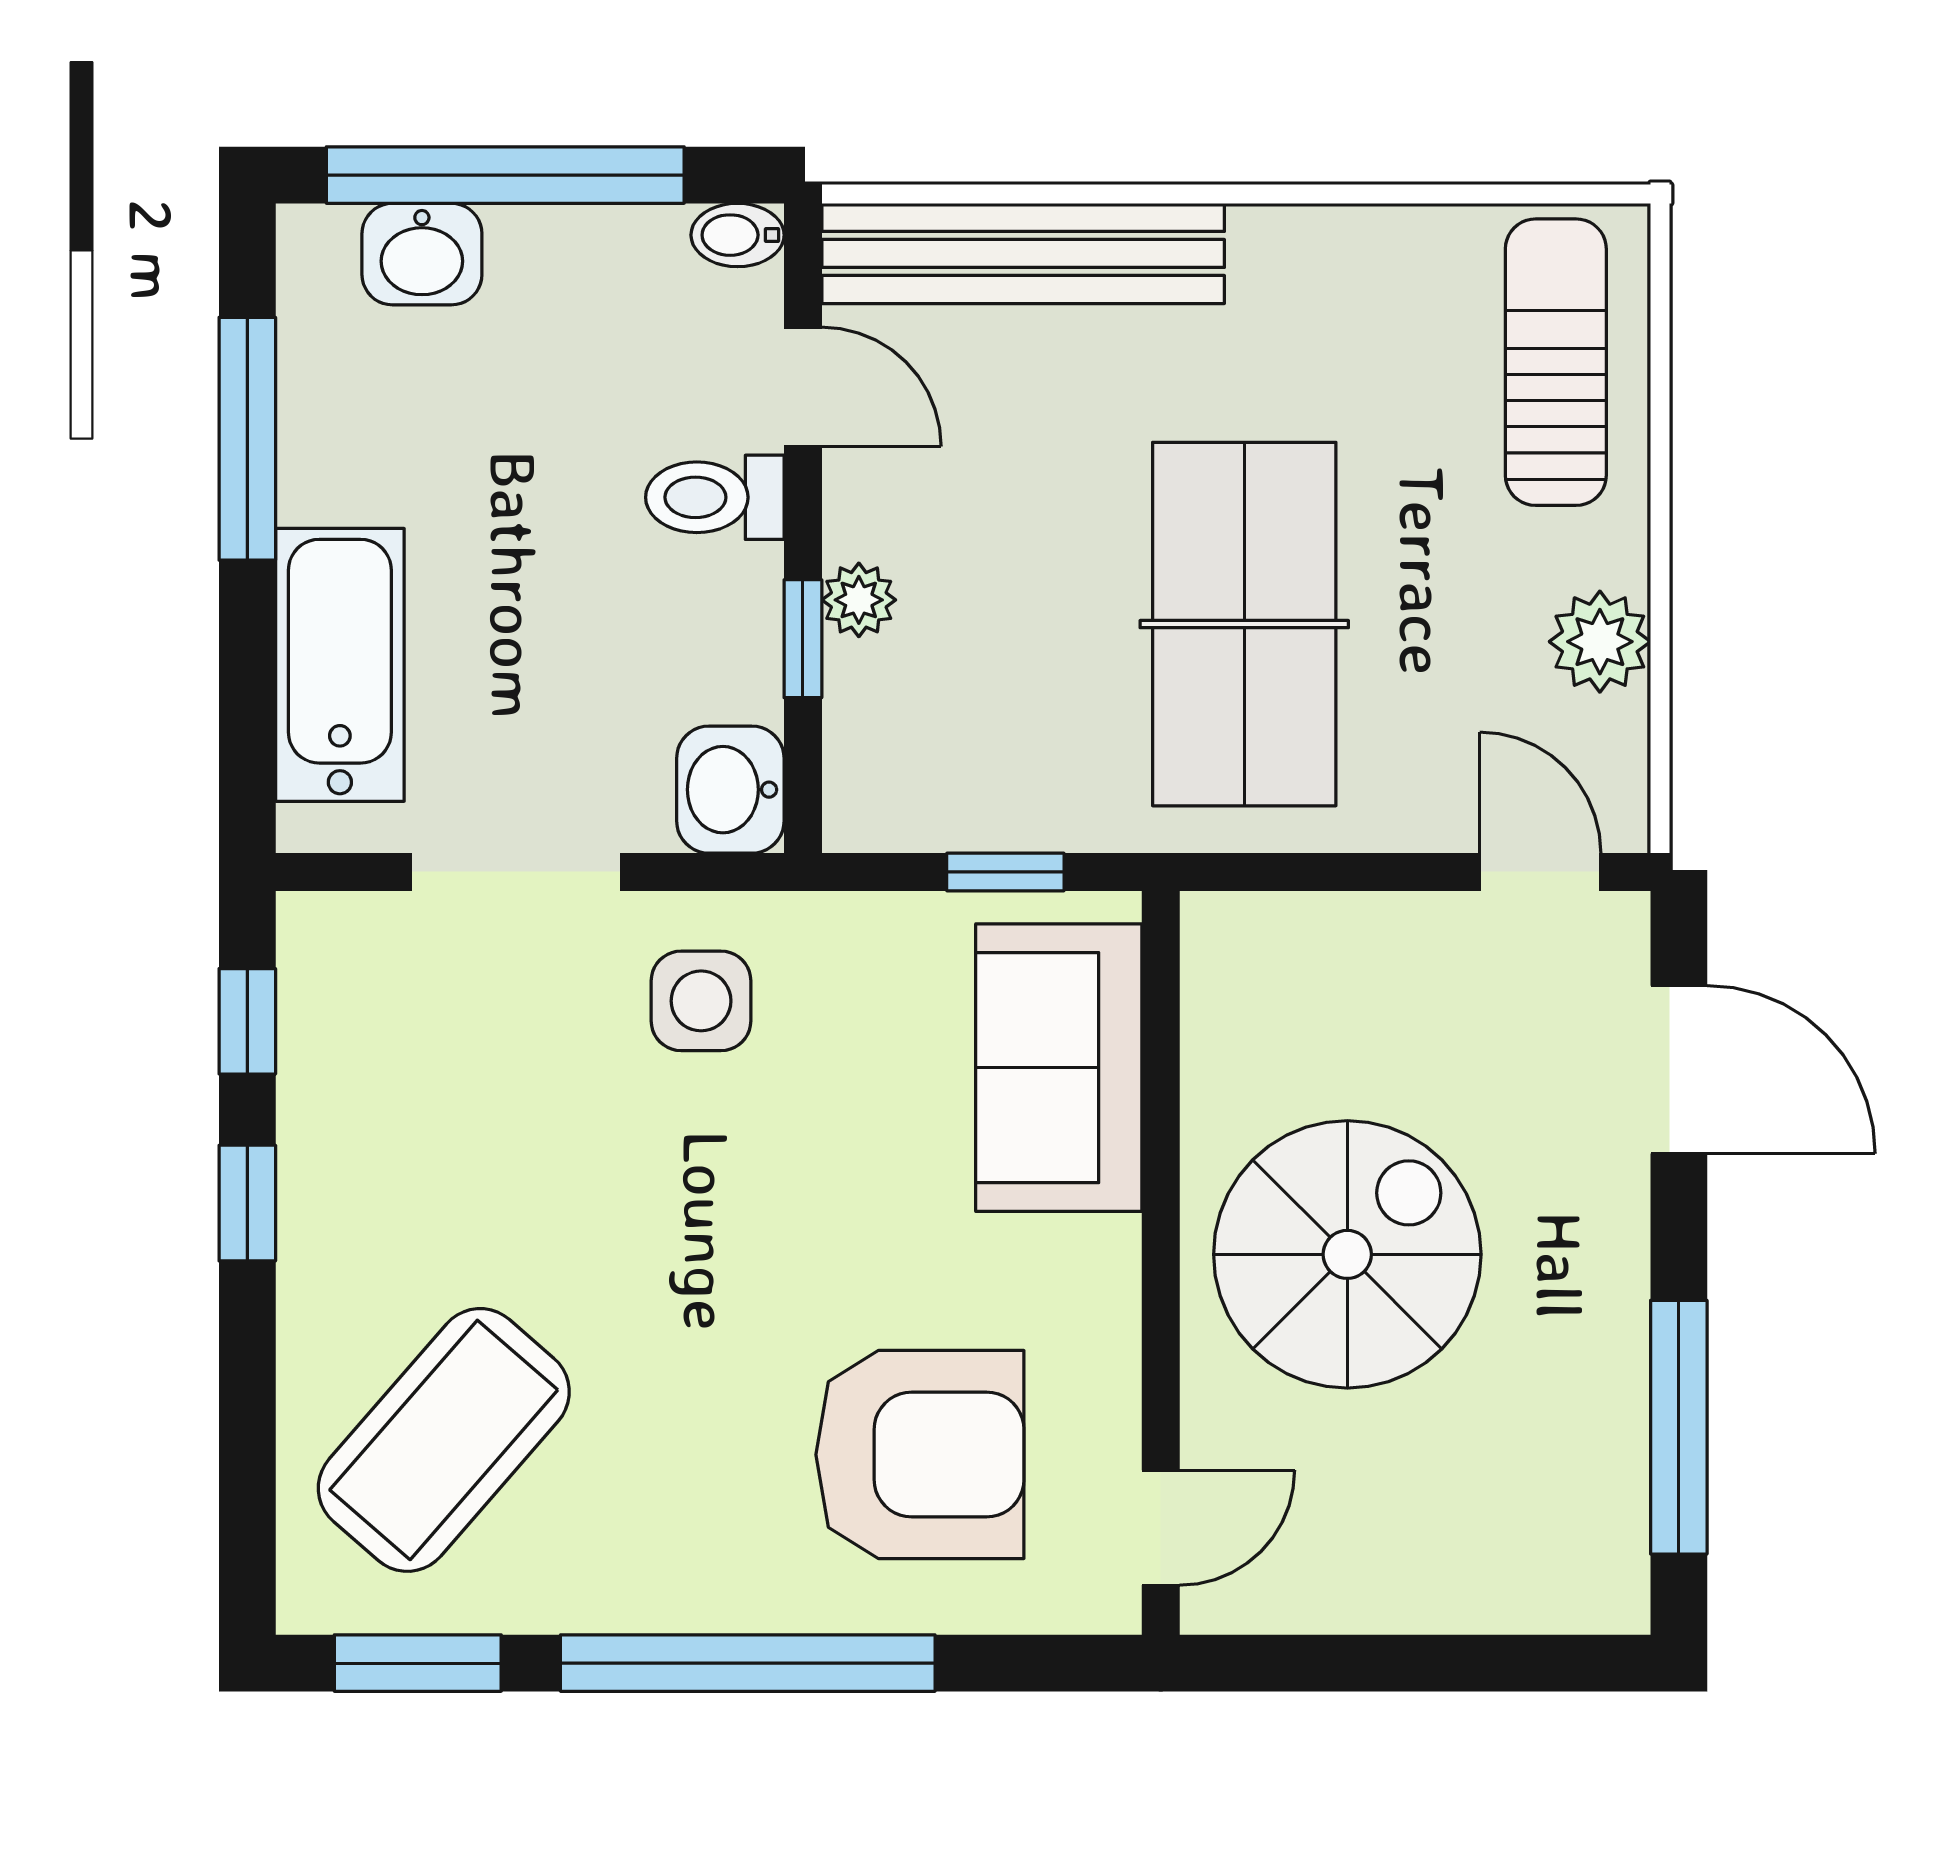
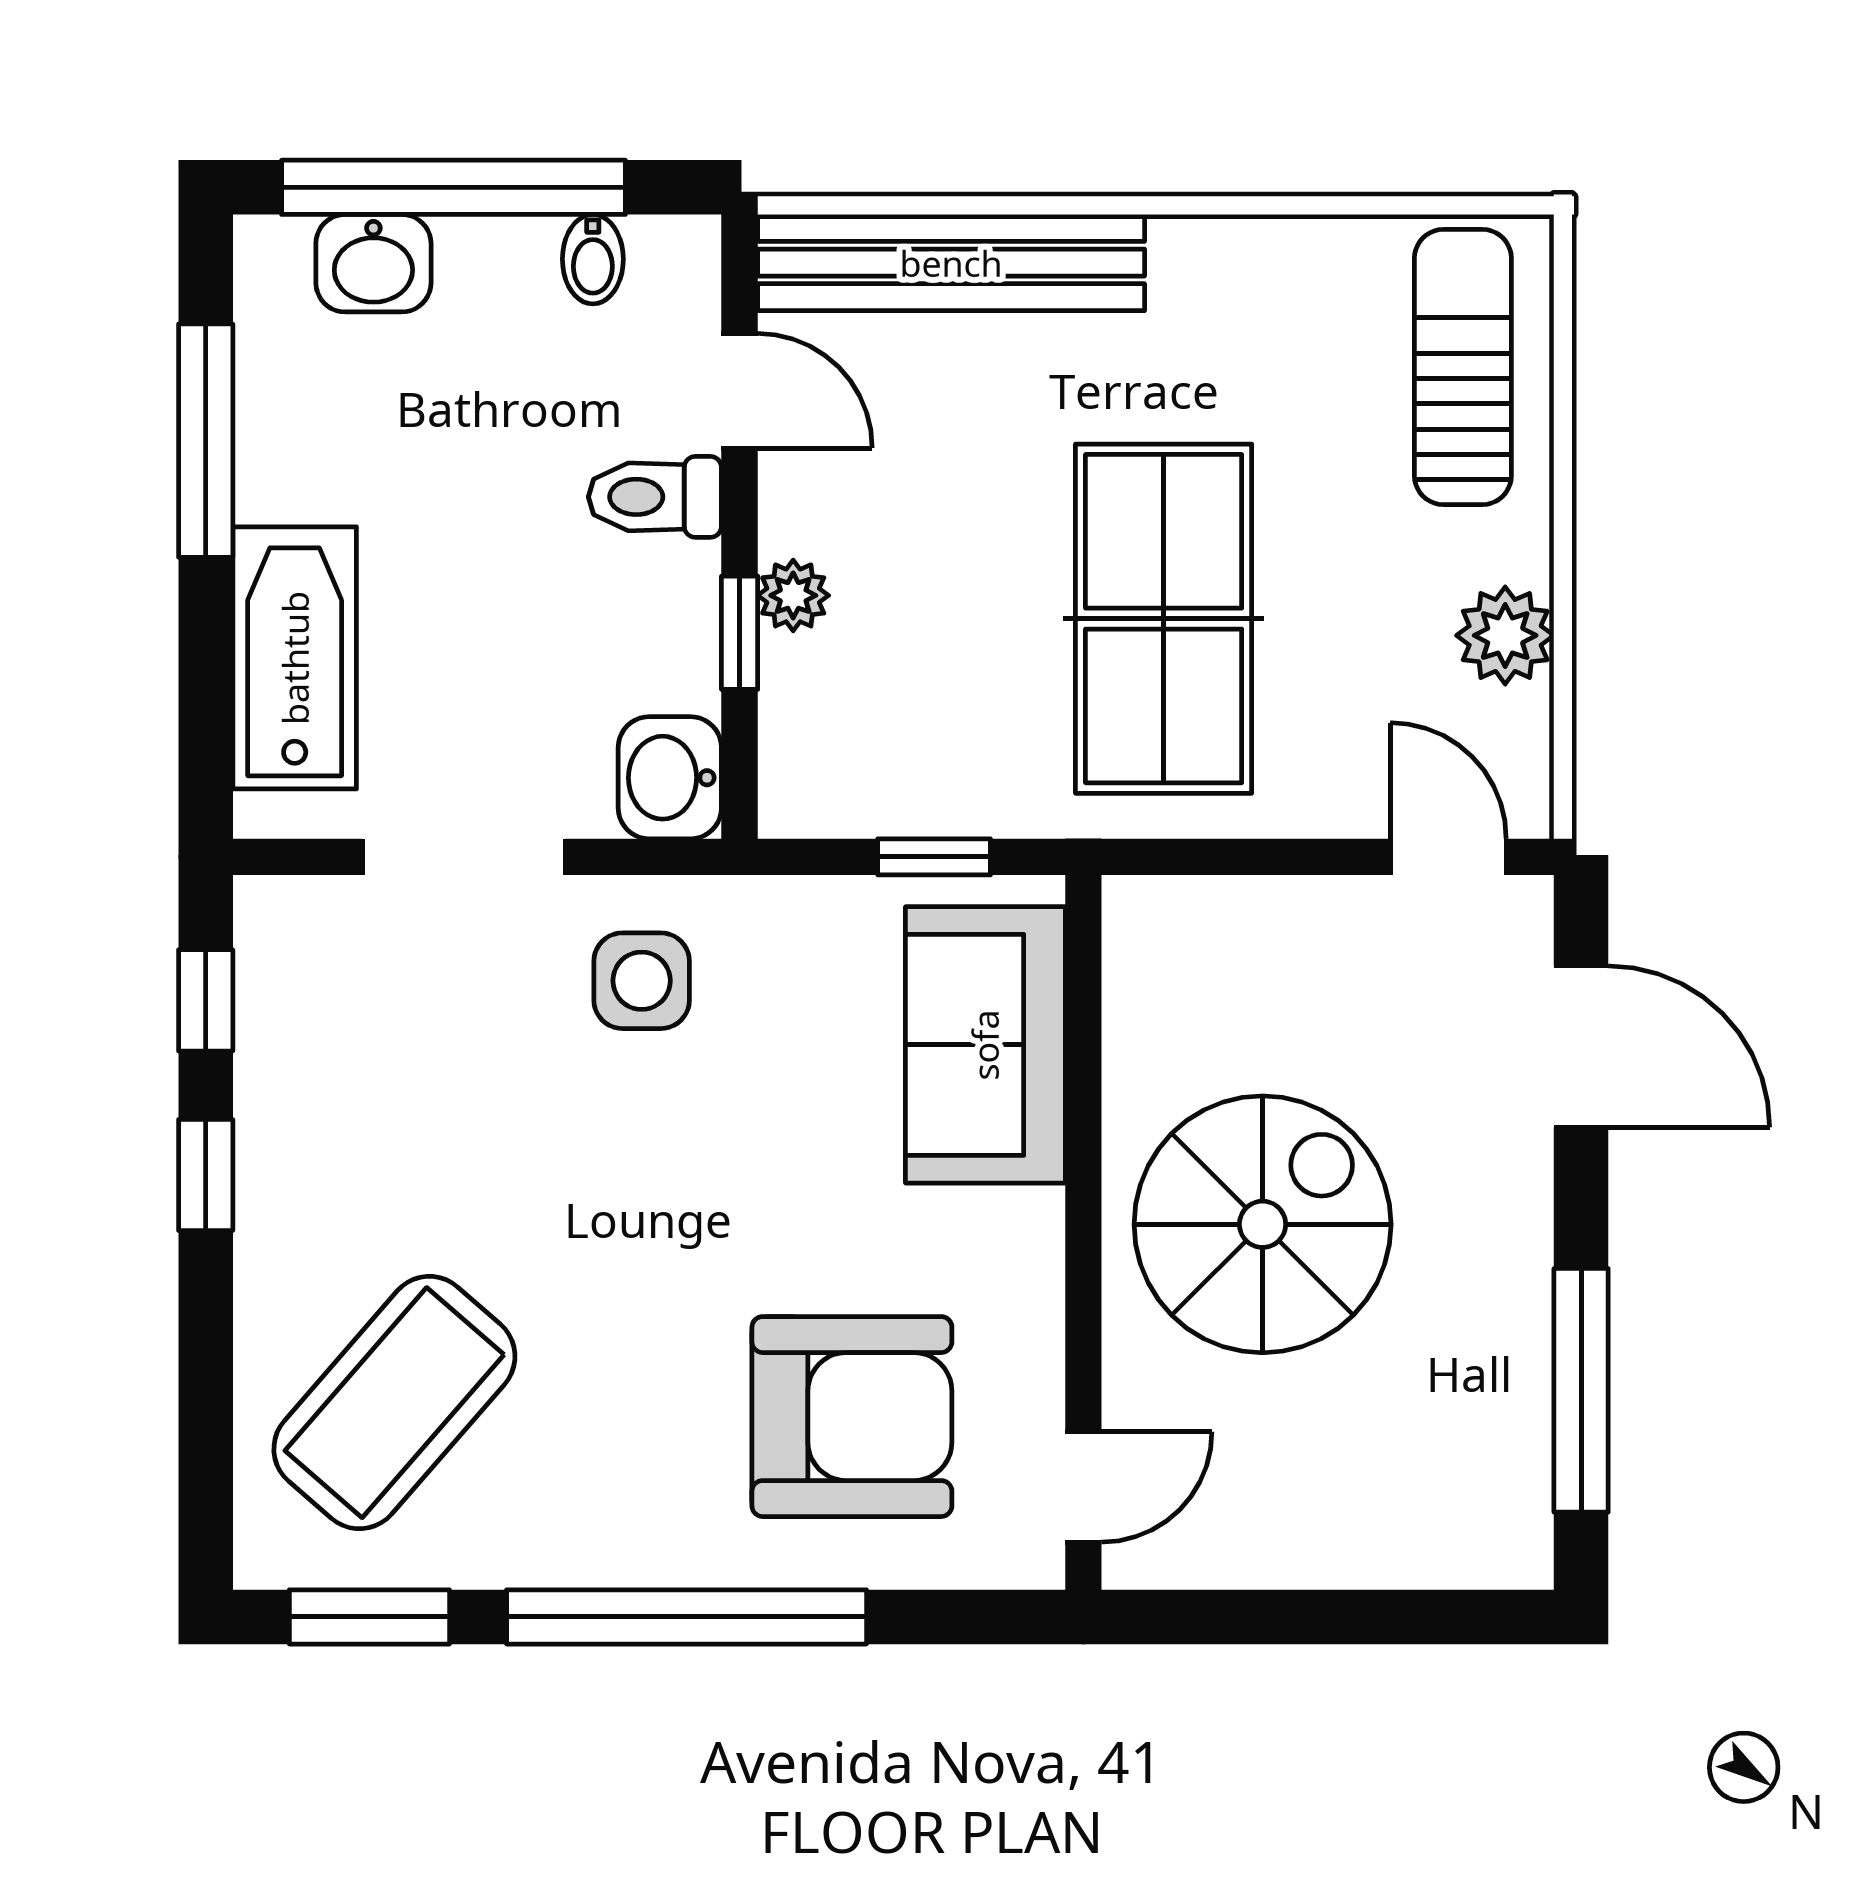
bidet: (738, 235) -> (593, 259), moved, turned -90

